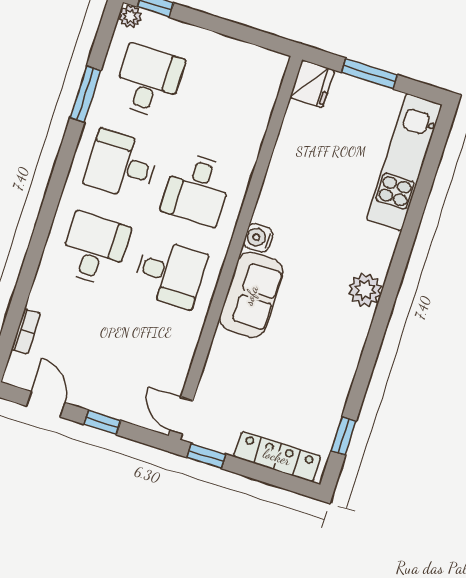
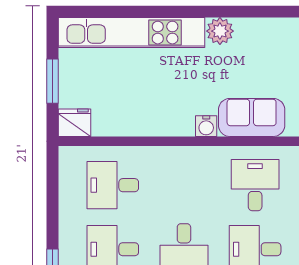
kitchen unit: (404, 162) -> (131, 33), width x1.36
desk: (197, 189) -> (113, 185), moved, turned 180

